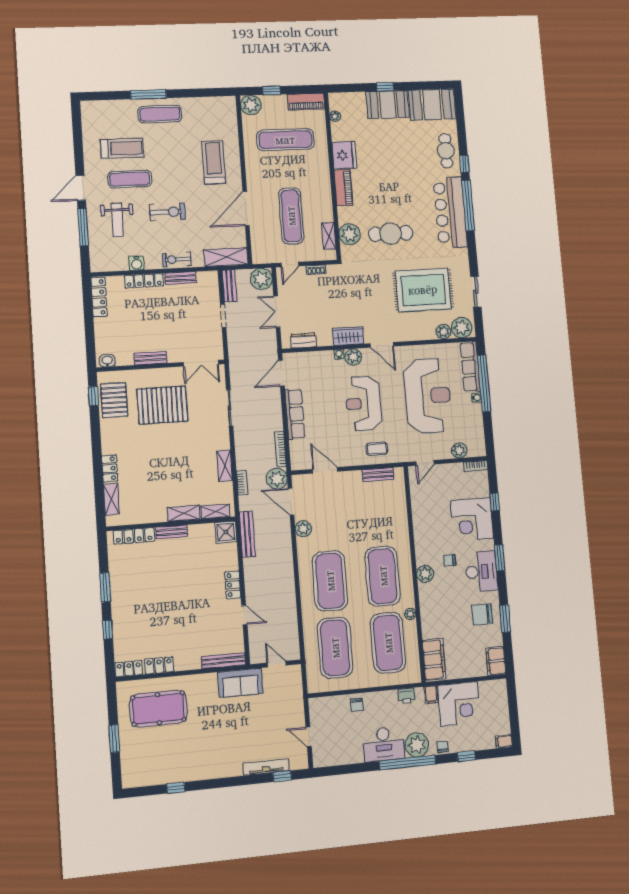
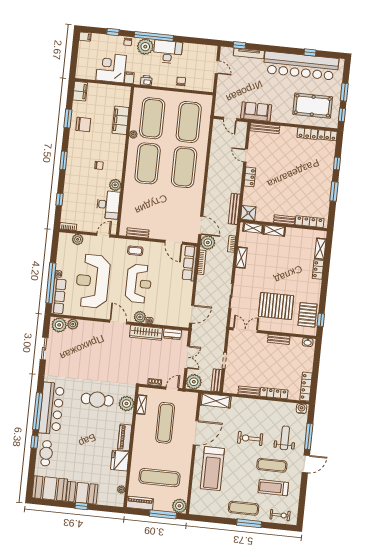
window: (272, 90) -> (163, 514), width x2.17
treadmill: (214, 162) -> (212, 469), width x1.37, depth x1.37
exercise bike: (177, 259) -> (280, 515), moved
water cooler: (137, 263) -> (301, 409), moved
rug: (423, 290) -> (82, 356), removed
wardrobe: (348, 336) -> (146, 333), width x1.50
row of seats: (295, 414) -> (190, 263), moved
corner desk: (472, 520) -> (78, 190), removed
plant: (303, 529) -> (196, 206), removed
desk: (481, 572) -> (108, 205), moved, turned 180
plant: (425, 574) -> (115, 185), moved
filing cabinet: (434, 659) -> (121, 120), moved
window: (112, 704) -> (342, 115), added
bar counter: (186, 765) -> (301, 66), added

